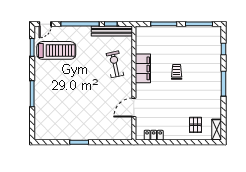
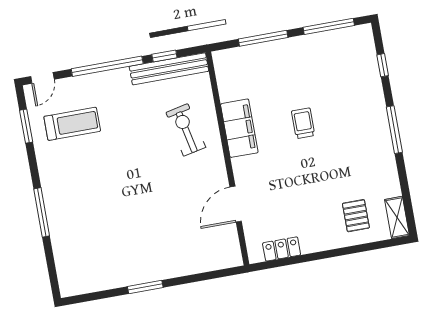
treadmill: (56, 50) -> (72, 124), width x0.73, depth x0.73

